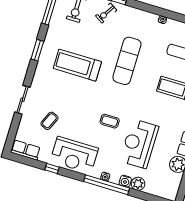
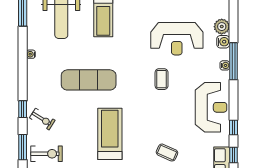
treadmill: (77, 65) -> (110, 134), turned 180
coffee table: (49, 121) -> (167, 153), moved
window: (29, 162) -> (233, 155), added
window: (107, 185) -> (233, 61), width x0.68

